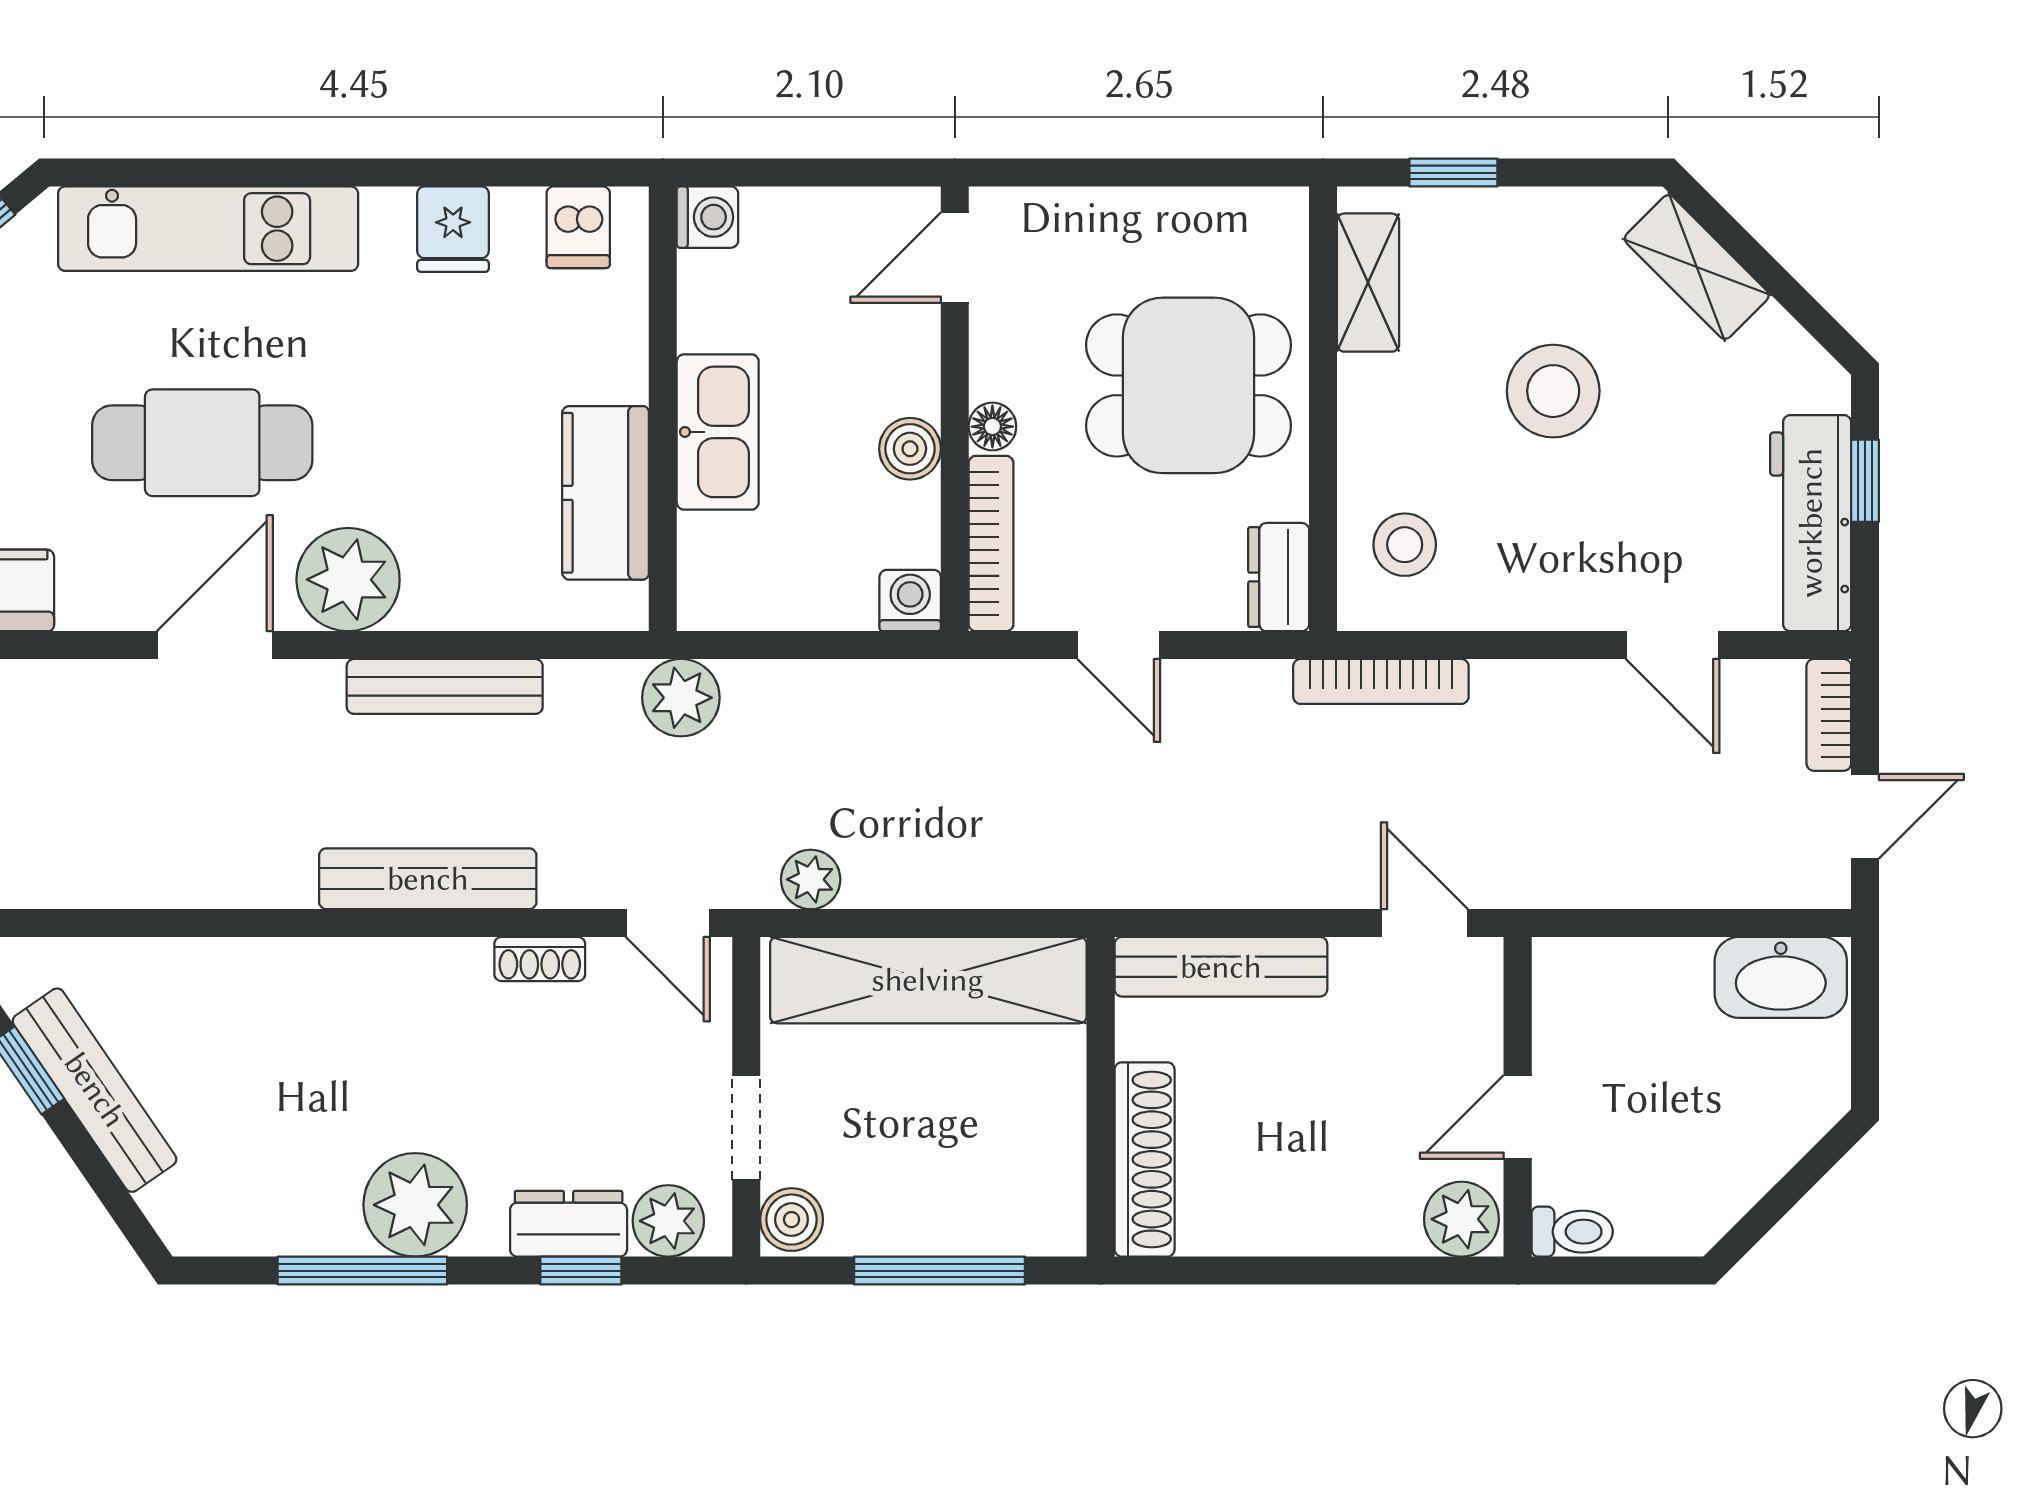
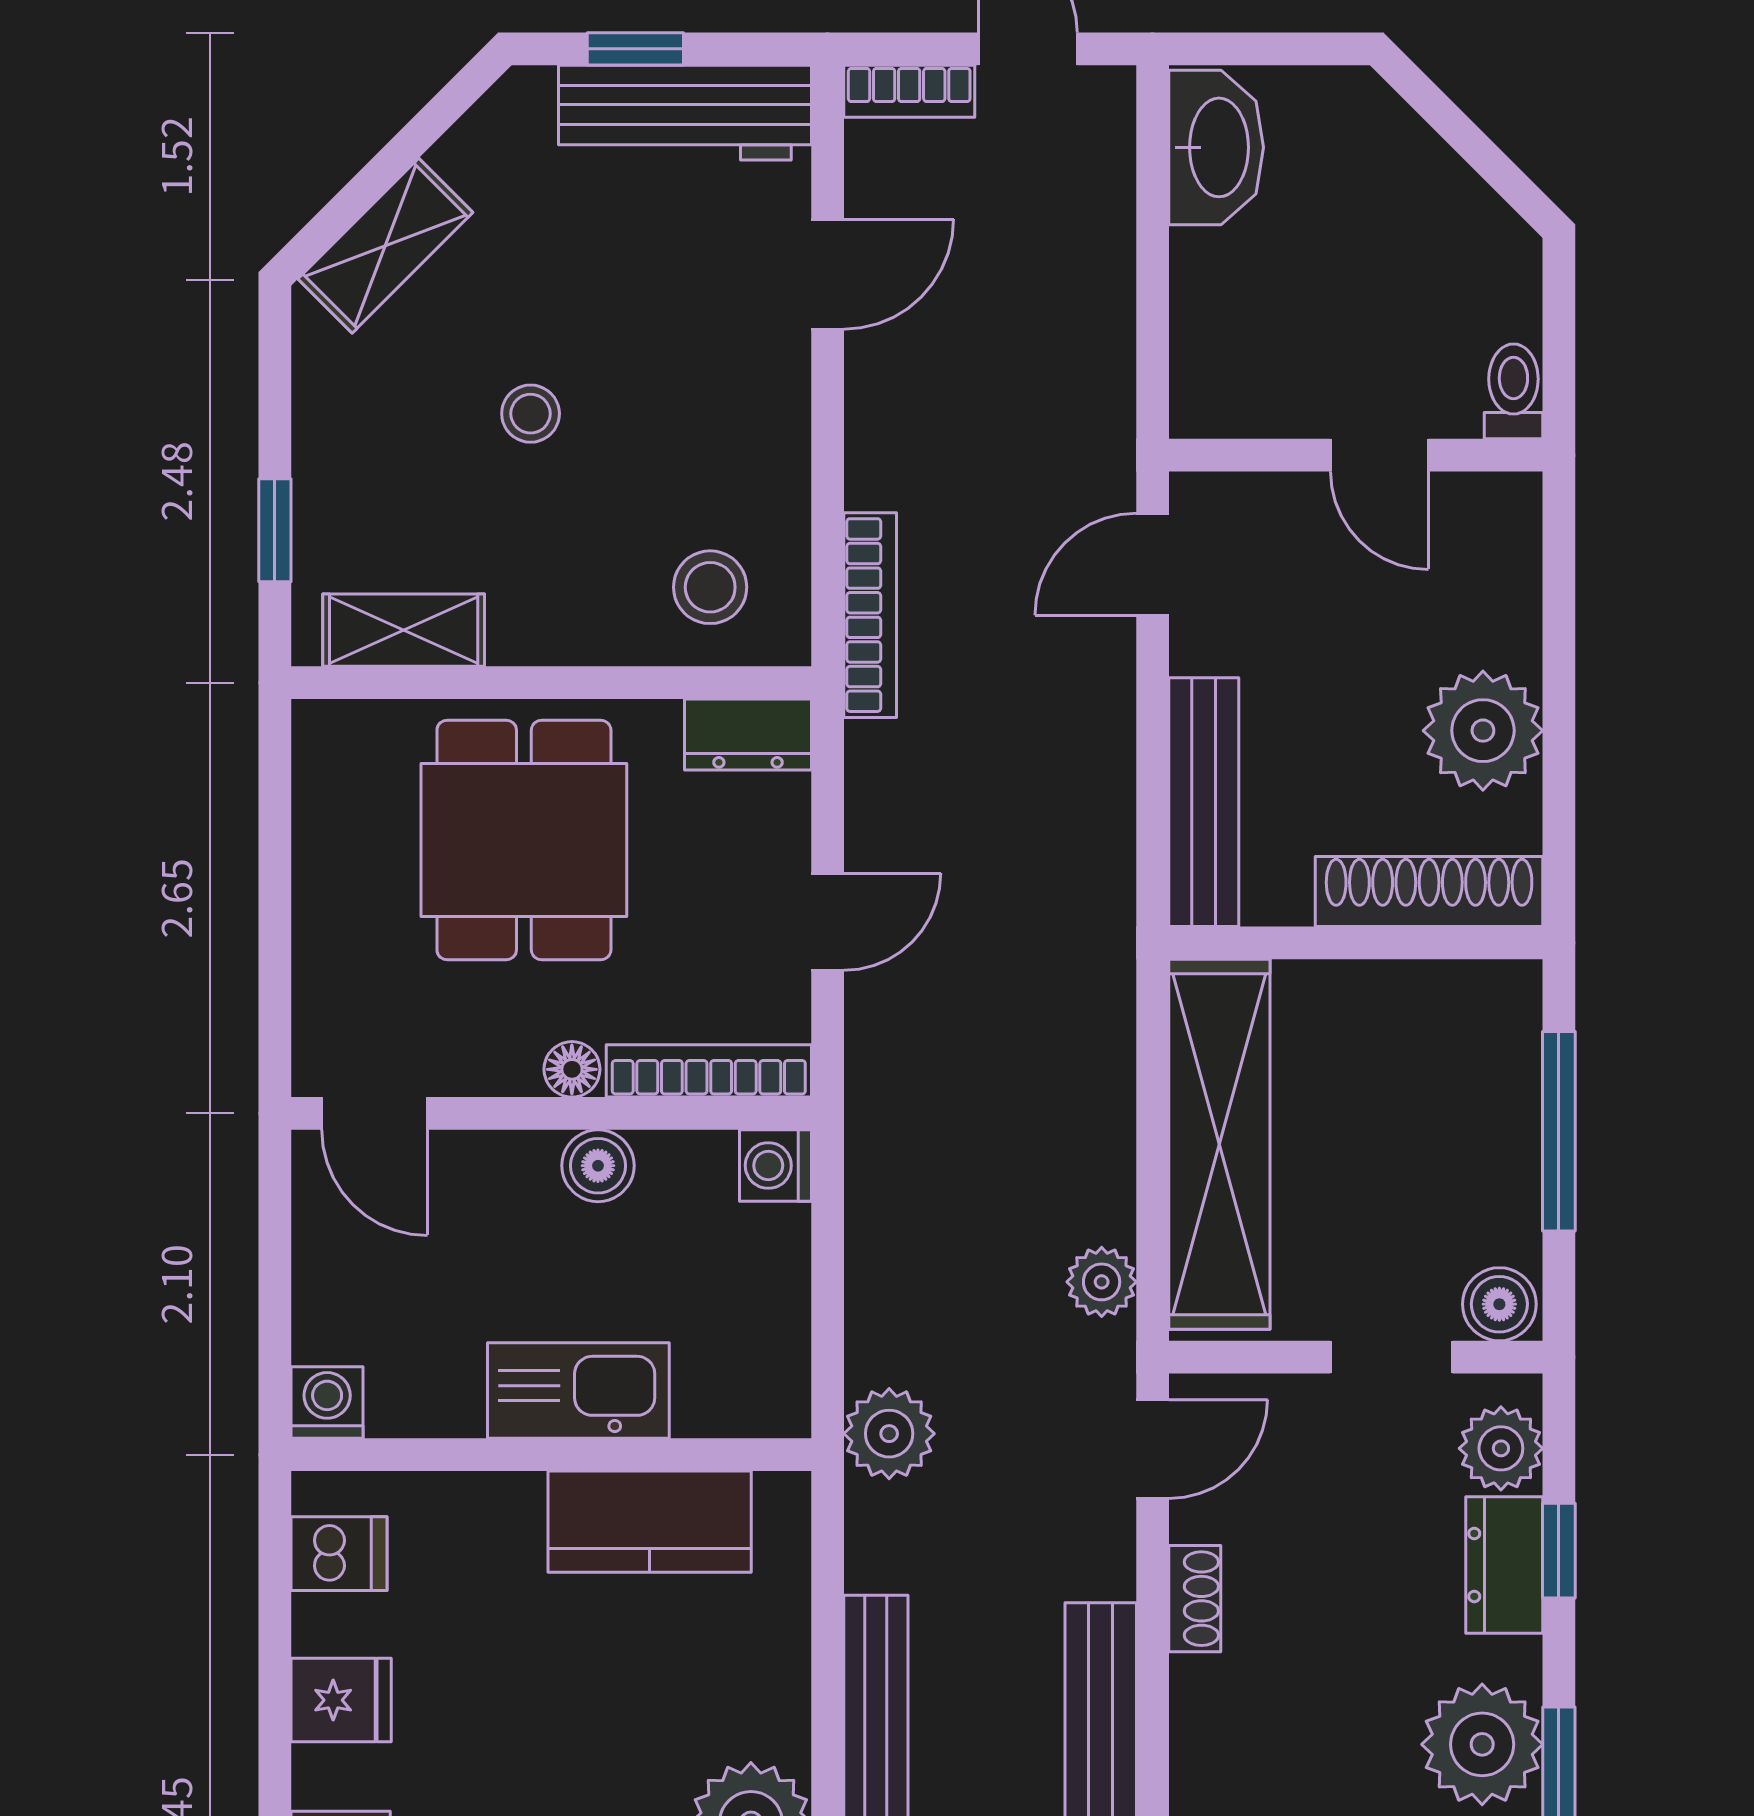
stool: (1553, 391) -> (531, 414), width x0.53, depth x0.53
plant: (1461, 1219) -> (1483, 731), moved, width x1.36, depth x1.36

